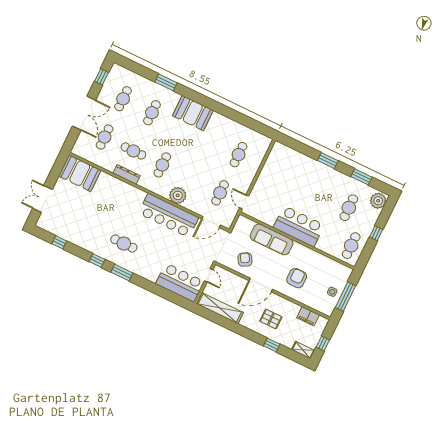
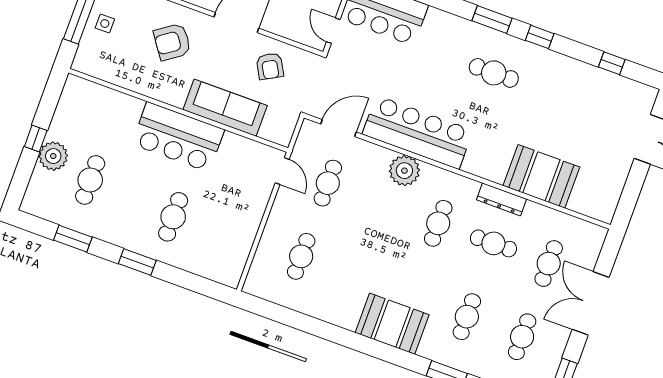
booth: (80, 173) -> (541, 176), moved
plant: (378, 201) -> (53, 156), moved
cafe table: (351, 246) -> (173, 217), moved
armchair: (297, 278) -> (172, 42), turned 55

